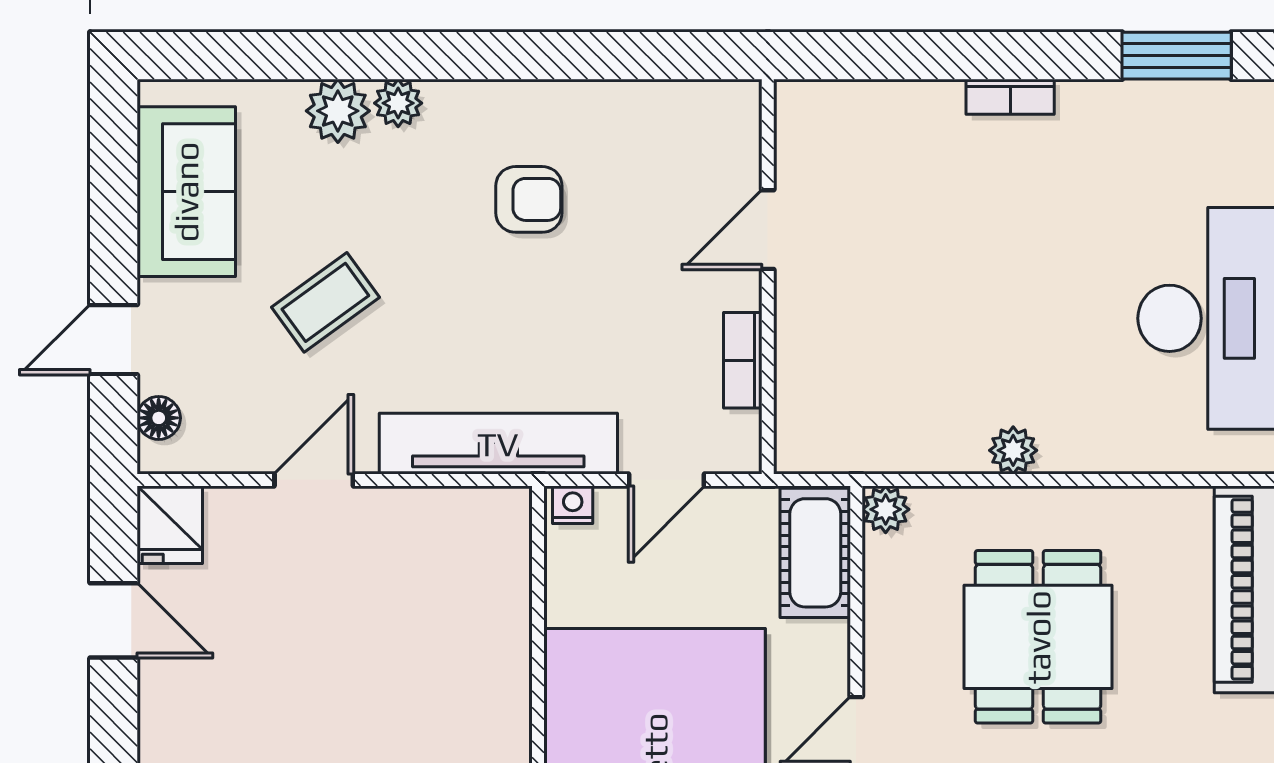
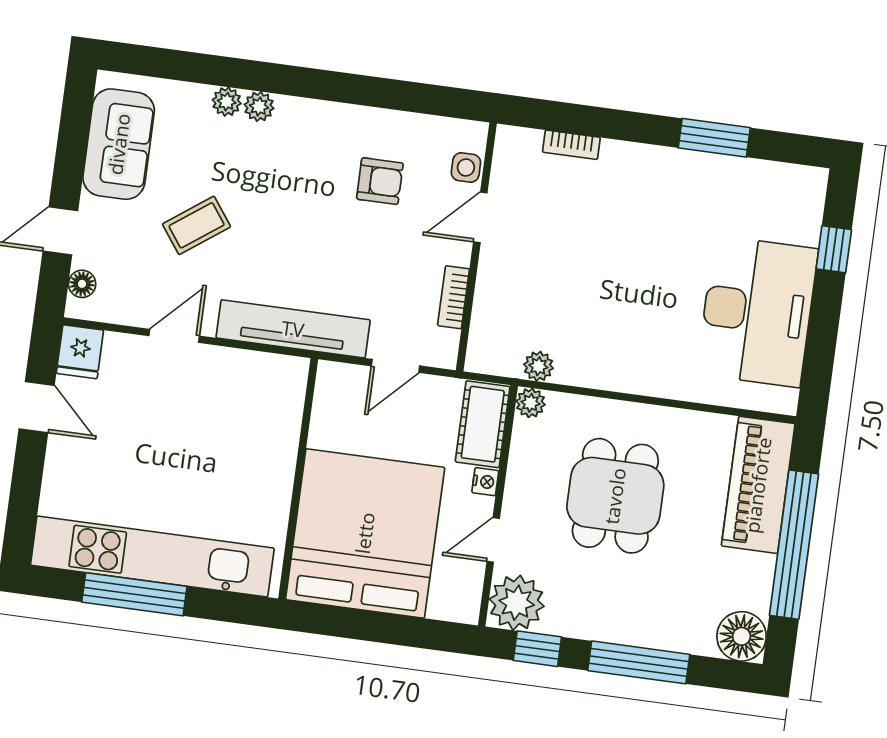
window: (1177, 56) -> (714, 138), moved
bookcase: (1010, 97) -> (571, 145), moved
plant: (338, 111) -> (227, 102), width x0.73, depth x0.73
side table: (735, 155) -> (466, 167), added
armchair: (529, 199) -> (380, 181), moved
plant: (1013, 450) -> (538, 366), moved
nightstand: (573, 505) -> (485, 482), moved, turned 90

